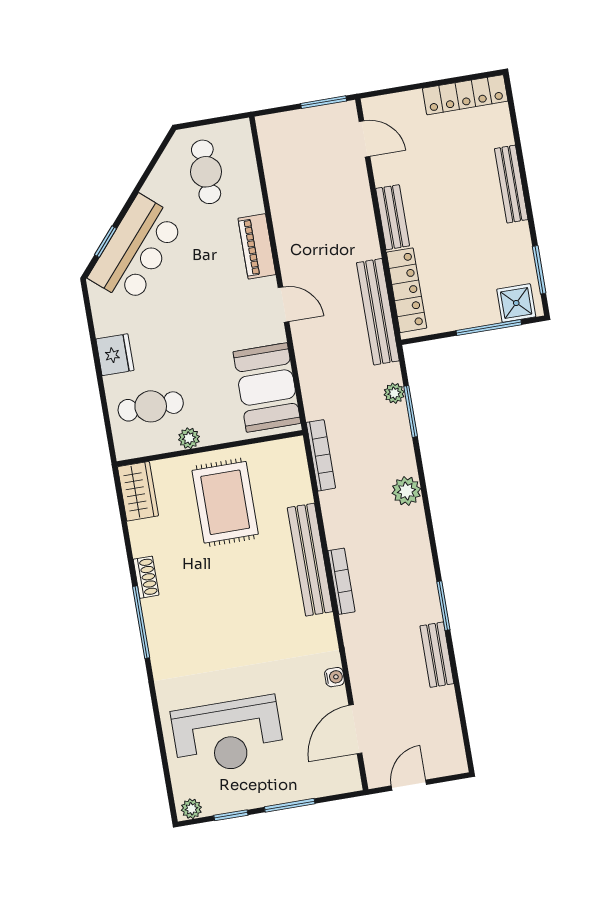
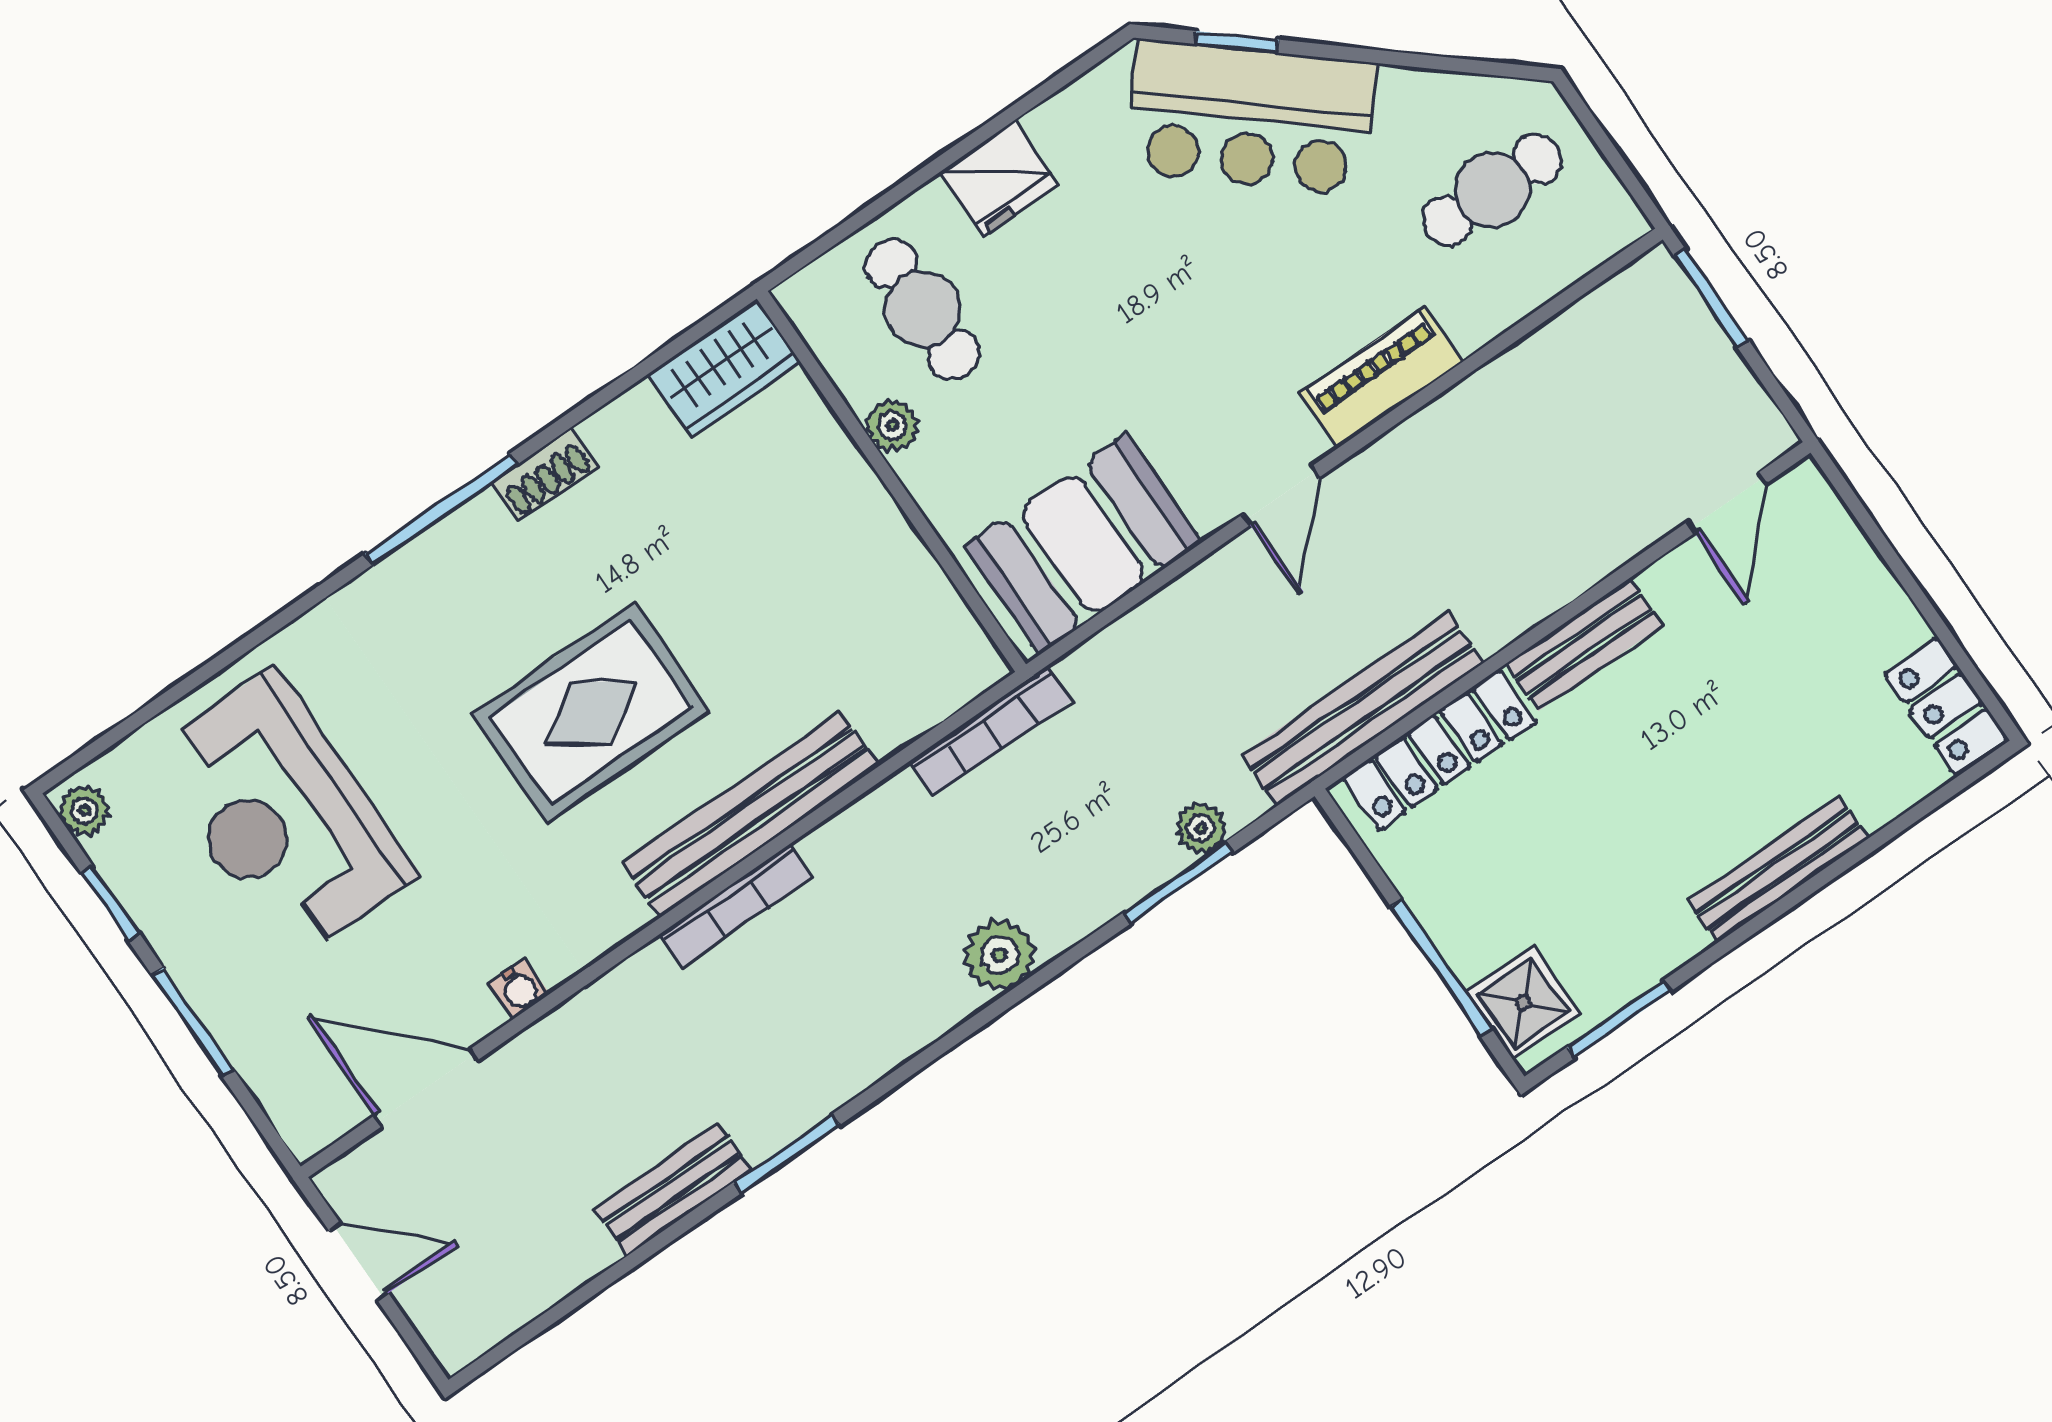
locker: (465, 95) -> (1946, 706), width x0.66
window: (324, 102) -> (1712, 298), moved
rug: (225, 502) -> (591, 713), moved

